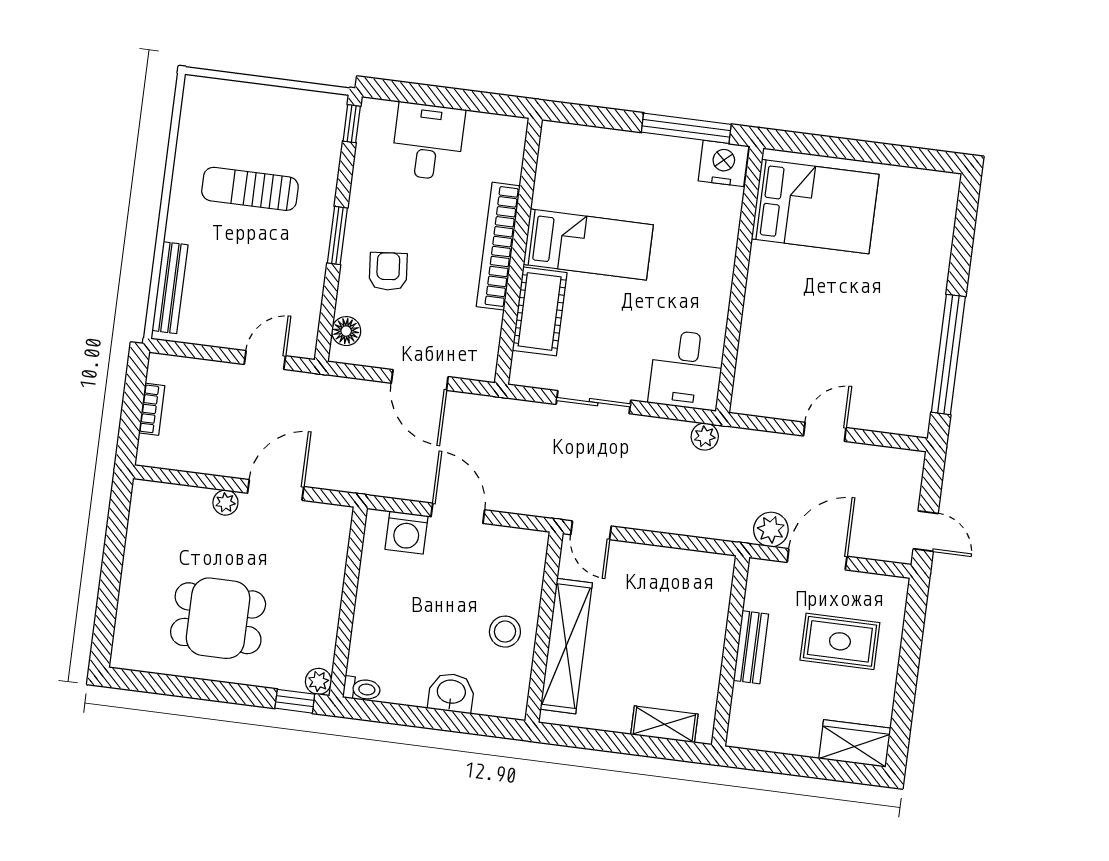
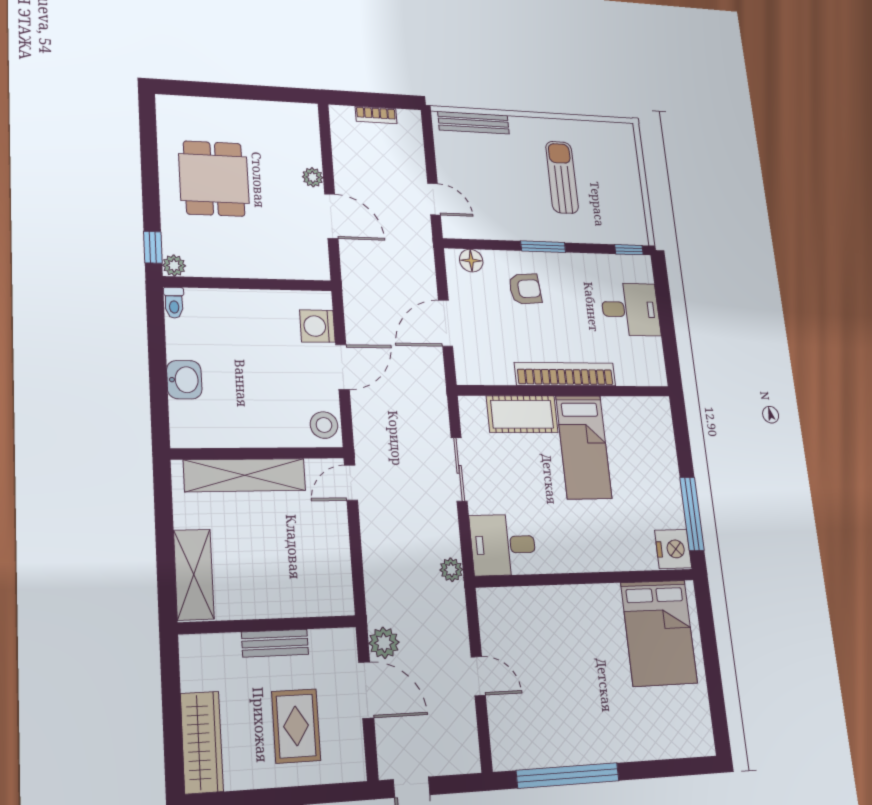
stool: (505, 632) -> (324, 425), moved
shelving: (664, 724) -> (194, 575), width x1.50, depth x1.33
wardrobe: (855, 743) -> (202, 742), width x1.50

